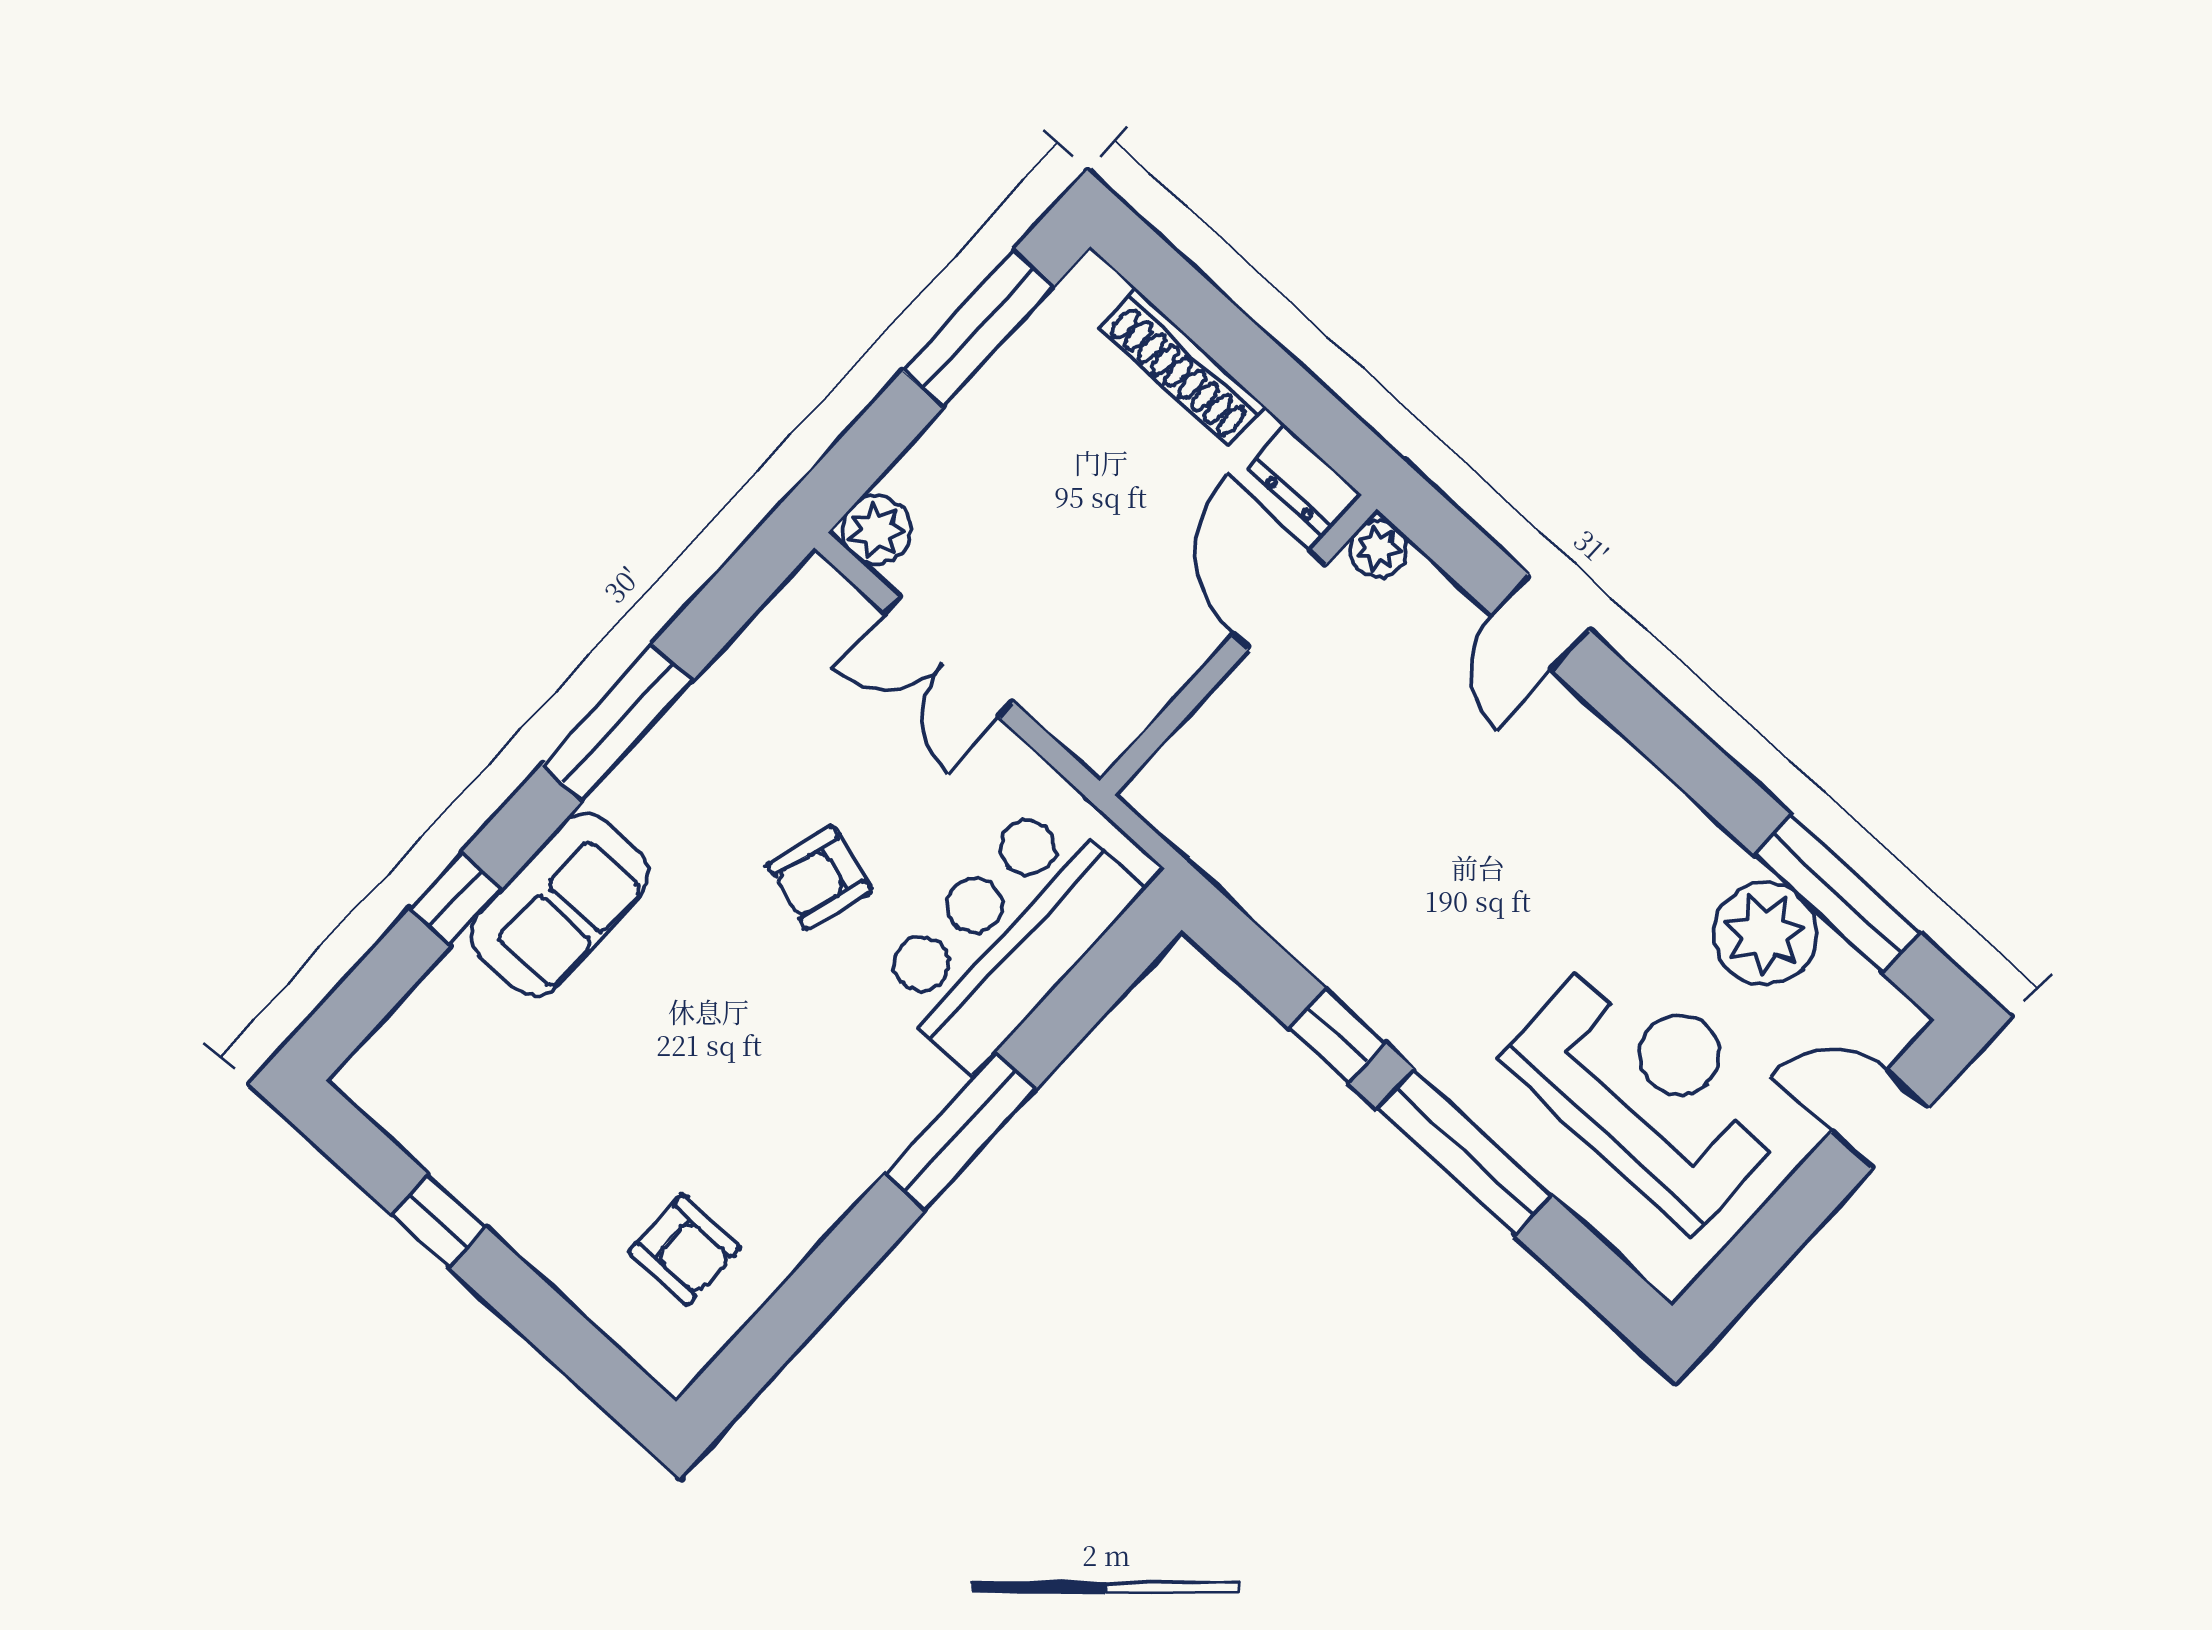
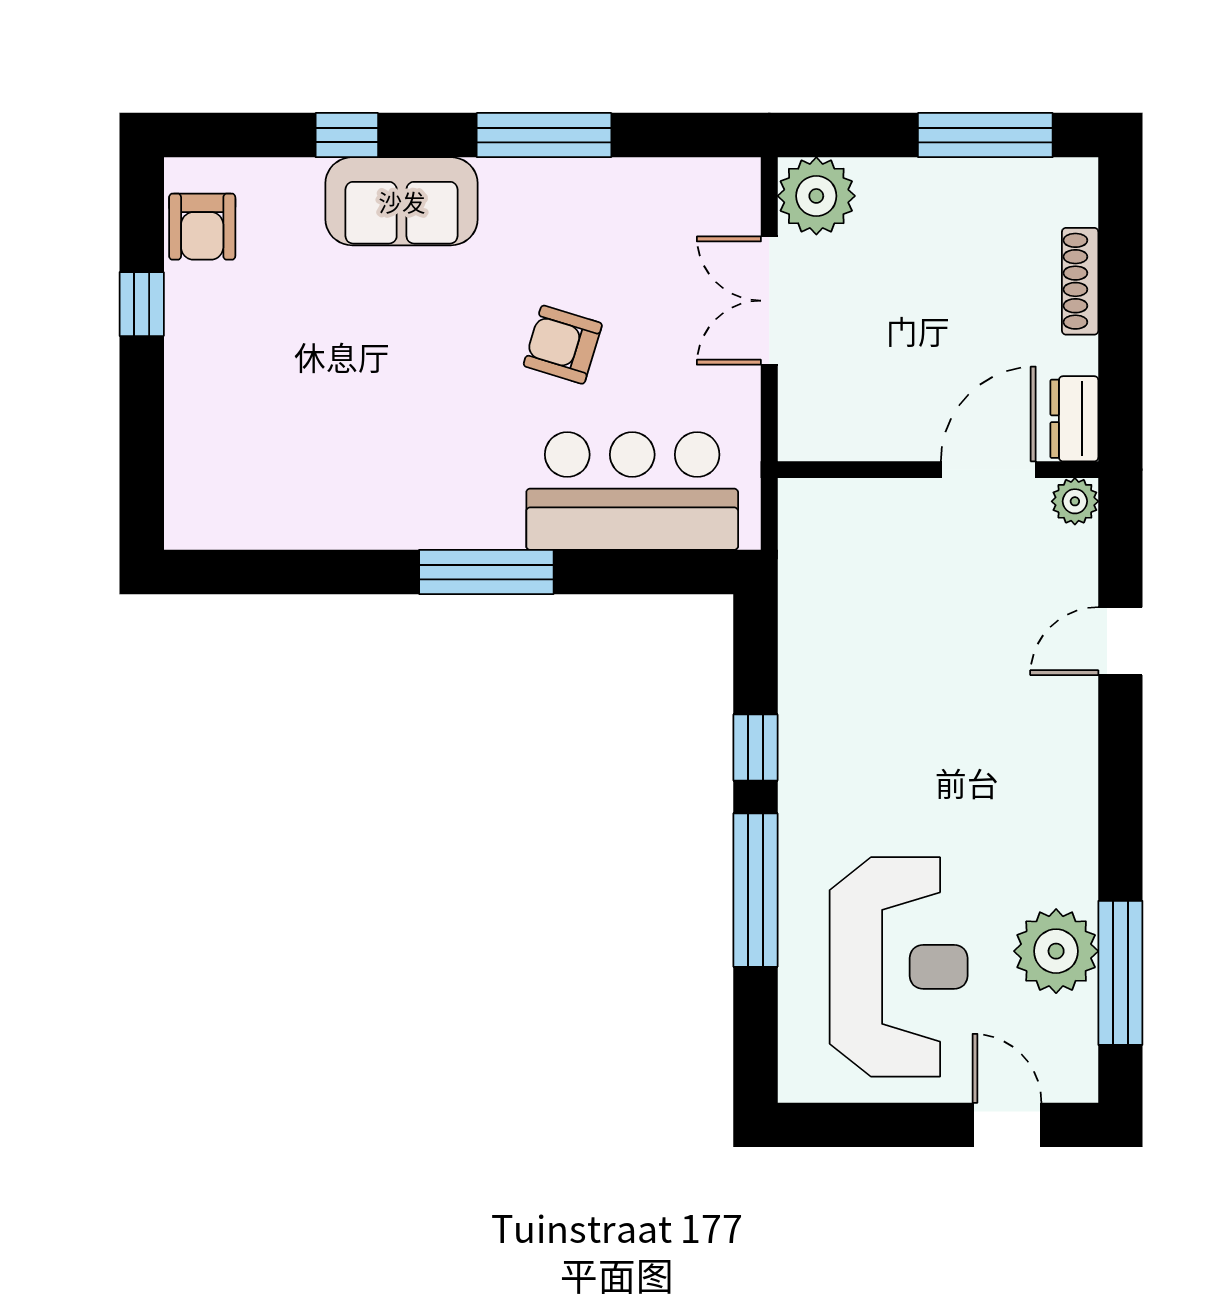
shoe rack: (1183, 368) -> (1080, 281), width x0.74, depth x0.81
plant: (876, 530) -> (816, 196), width x1.36, depth x1.36
armchair: (685, 1250) -> (202, 227), moved

